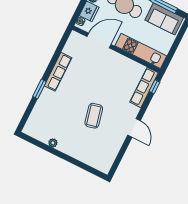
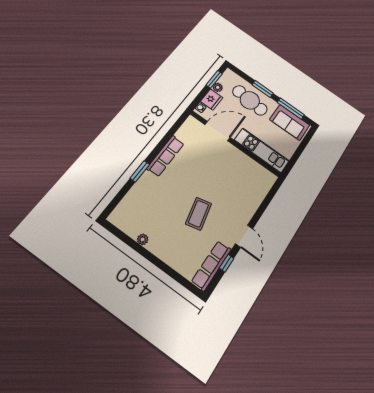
row of seats: (144, 87) -> (211, 265), moved
window: (155, 87) -> (227, 263), moved

